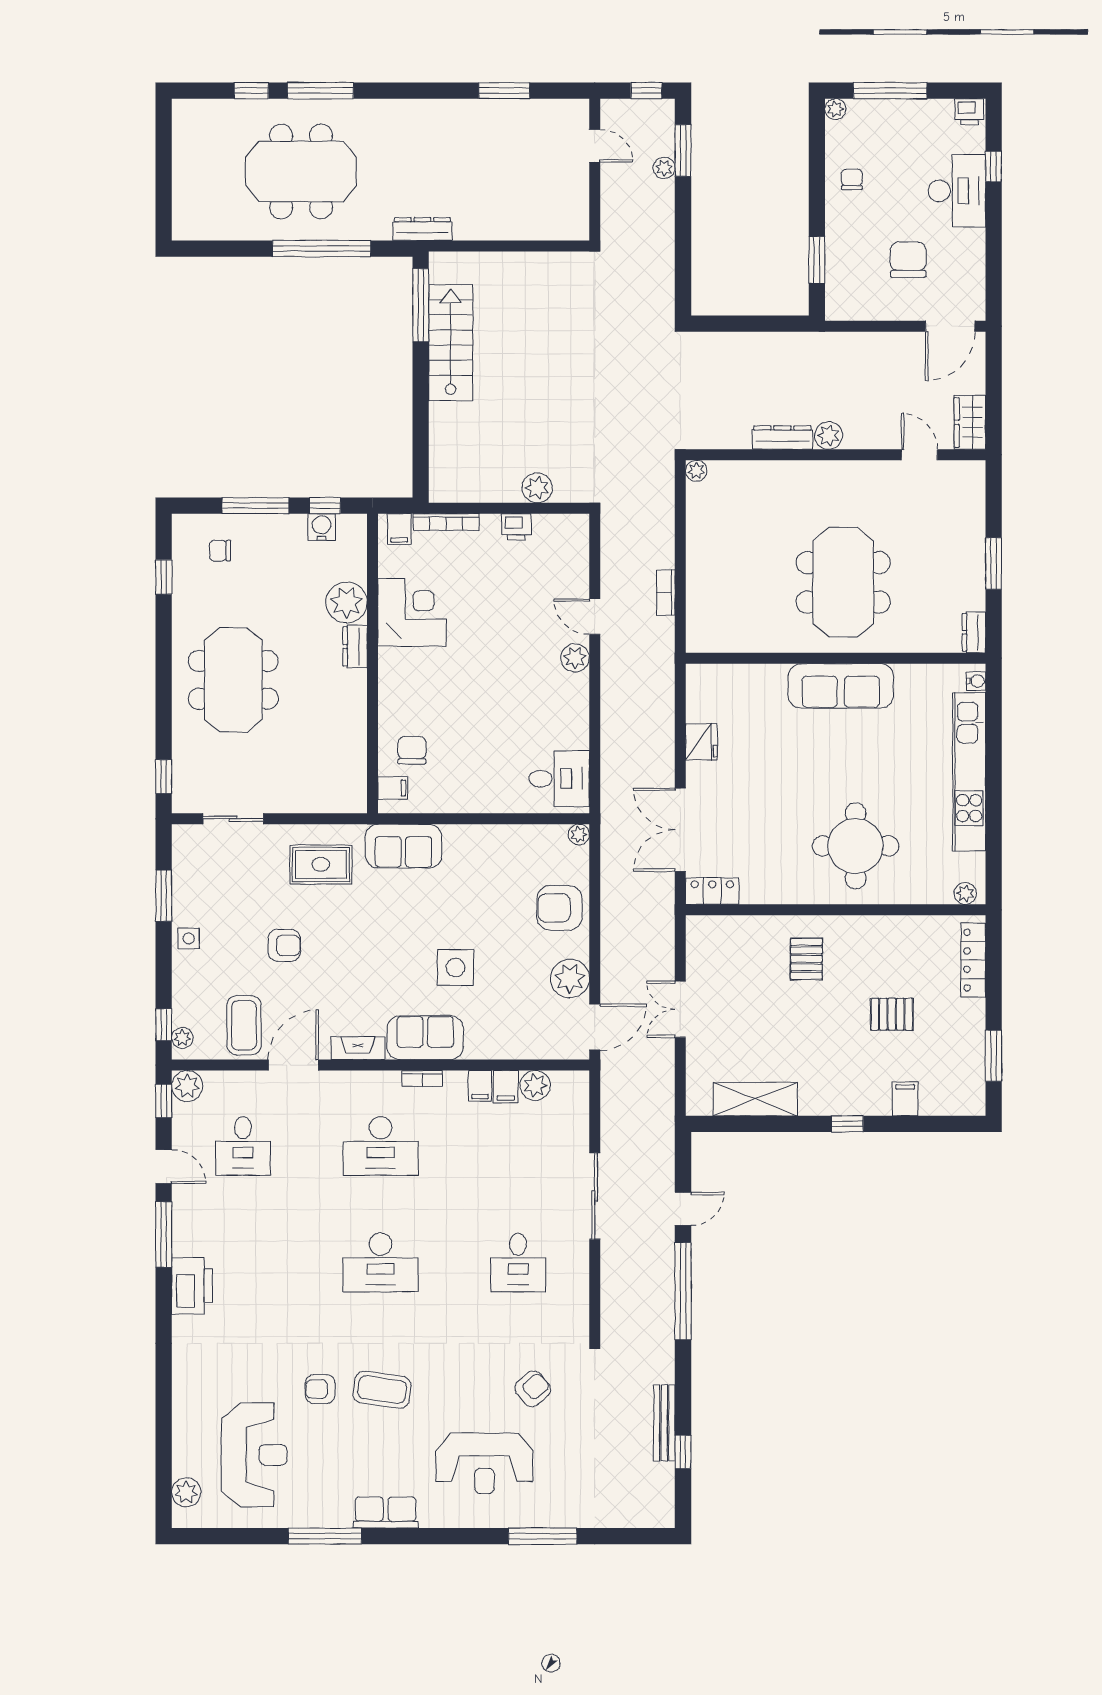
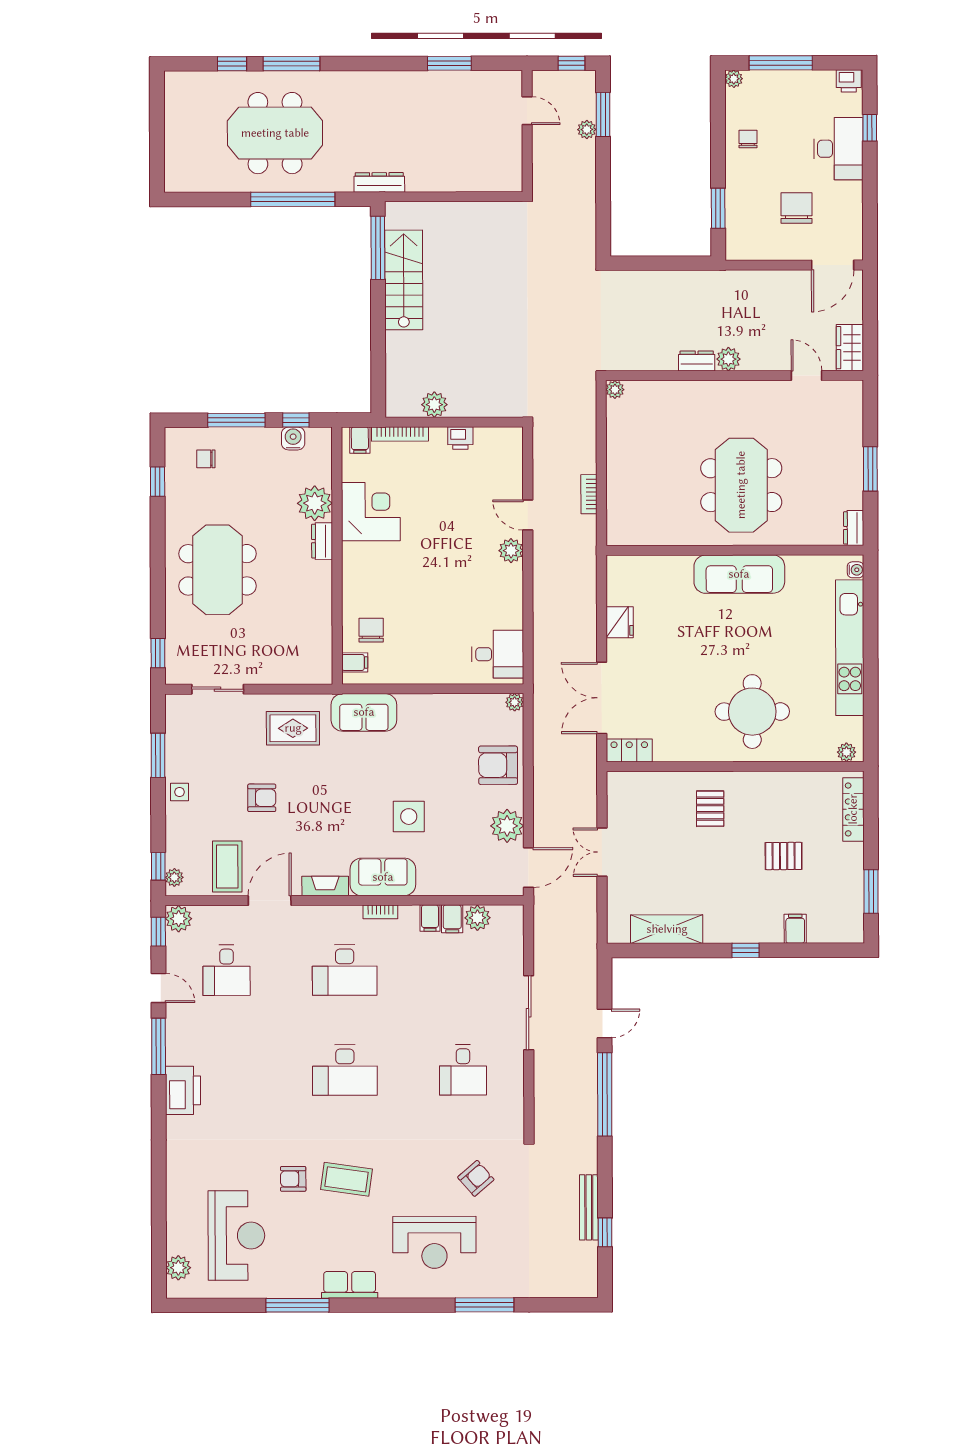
dresser: (782, 438) -> (697, 361), width x0.70
plant: (537, 488) -> (434, 405), moved

